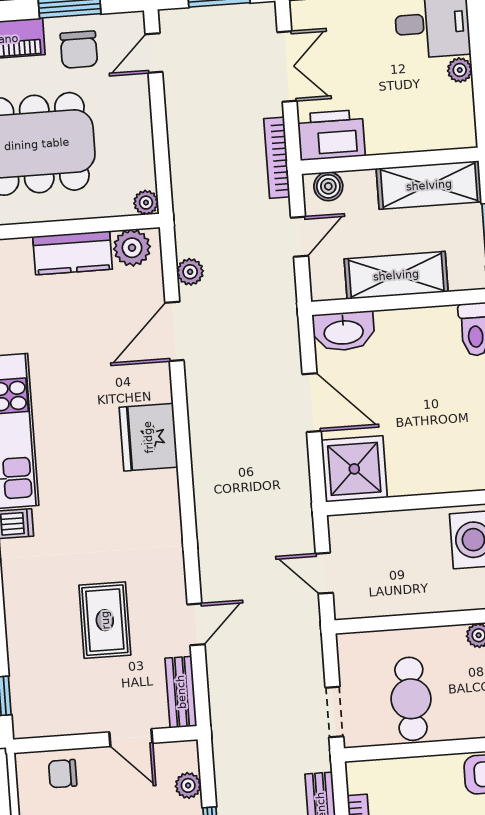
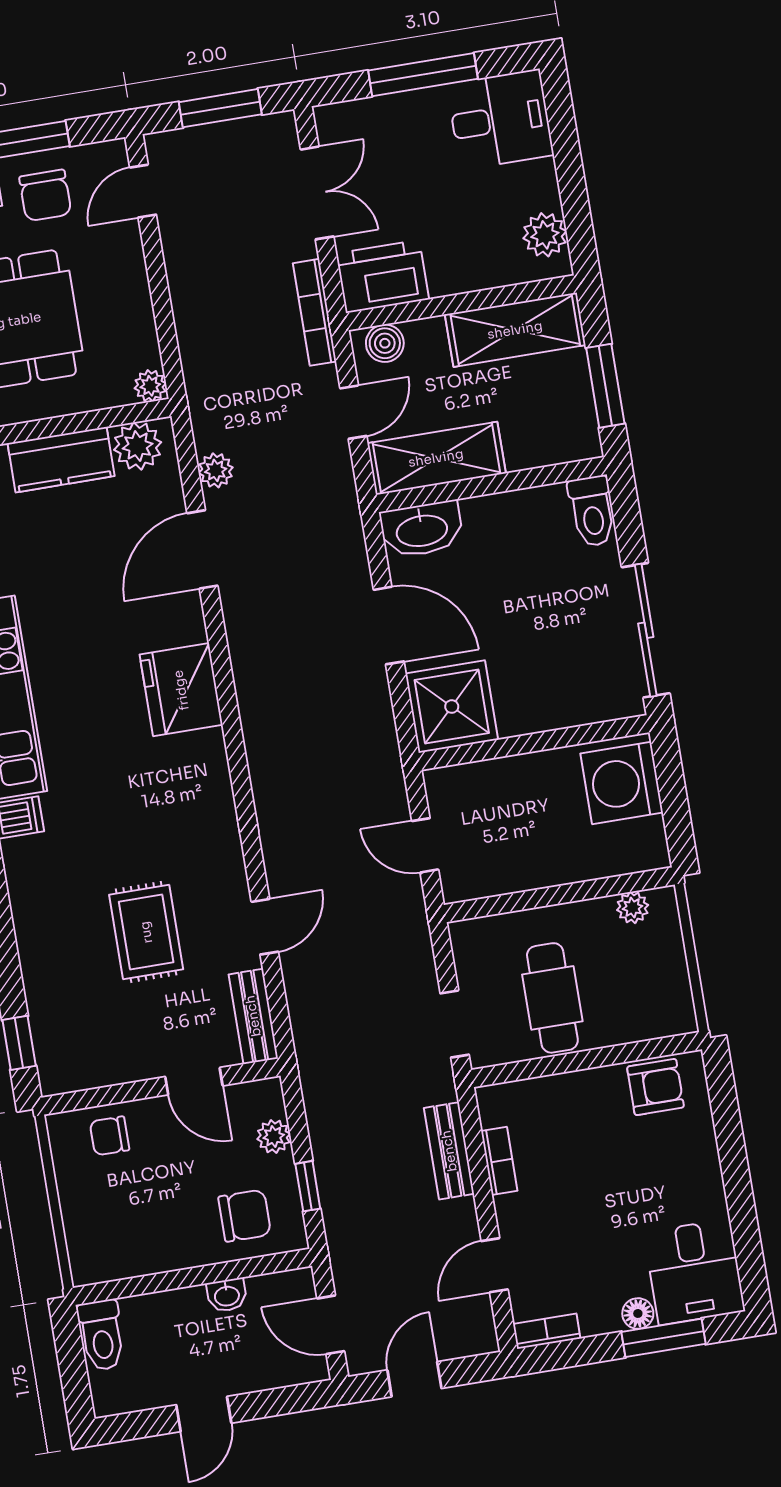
plant: (460, 70) -> (545, 235), moved, width x1.38, depth x1.38
shelving: (396, 275) -> (436, 458), moved

